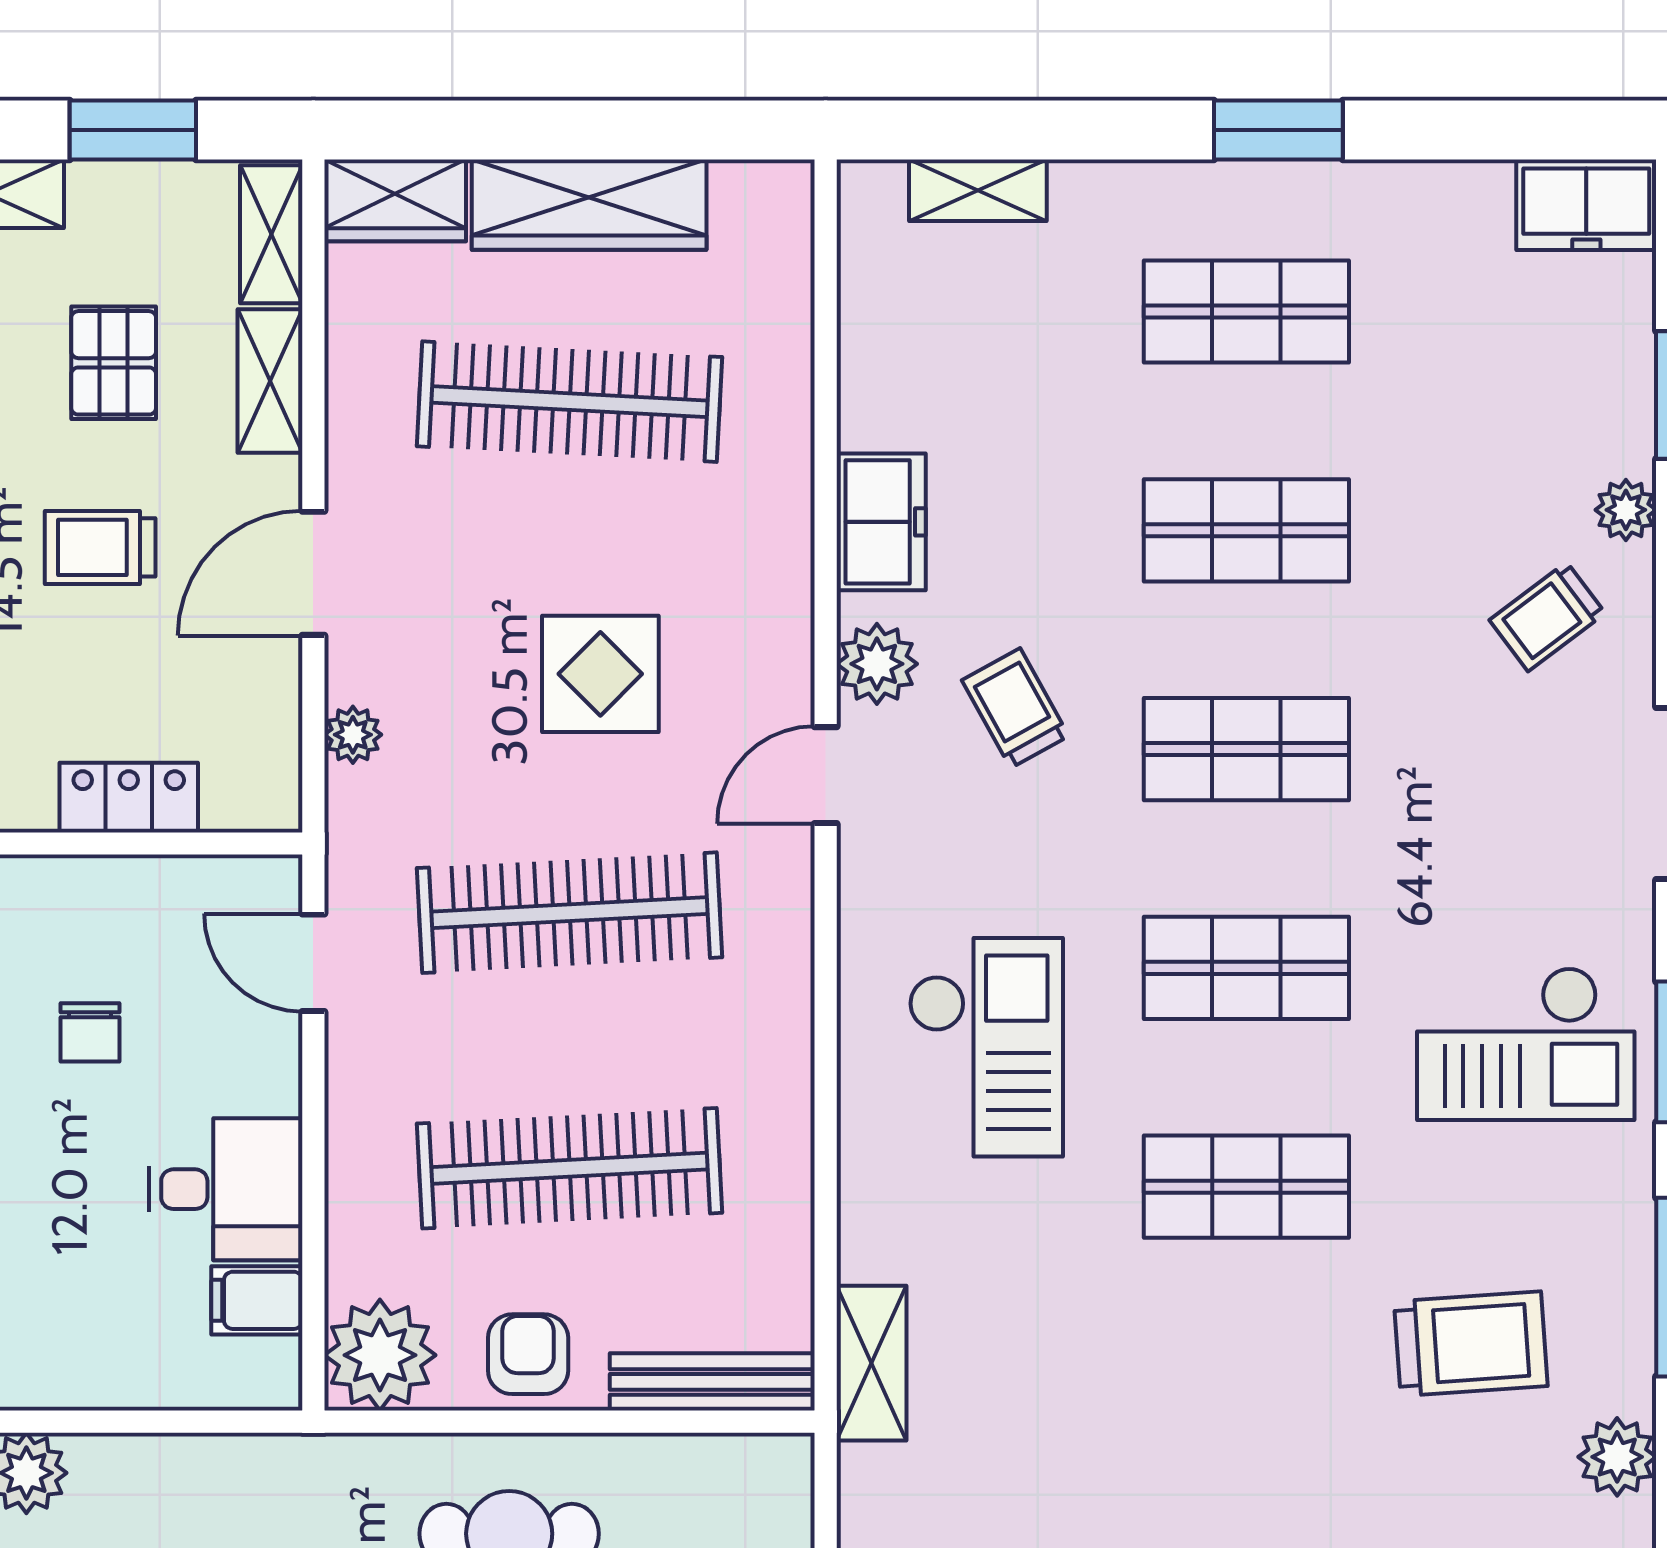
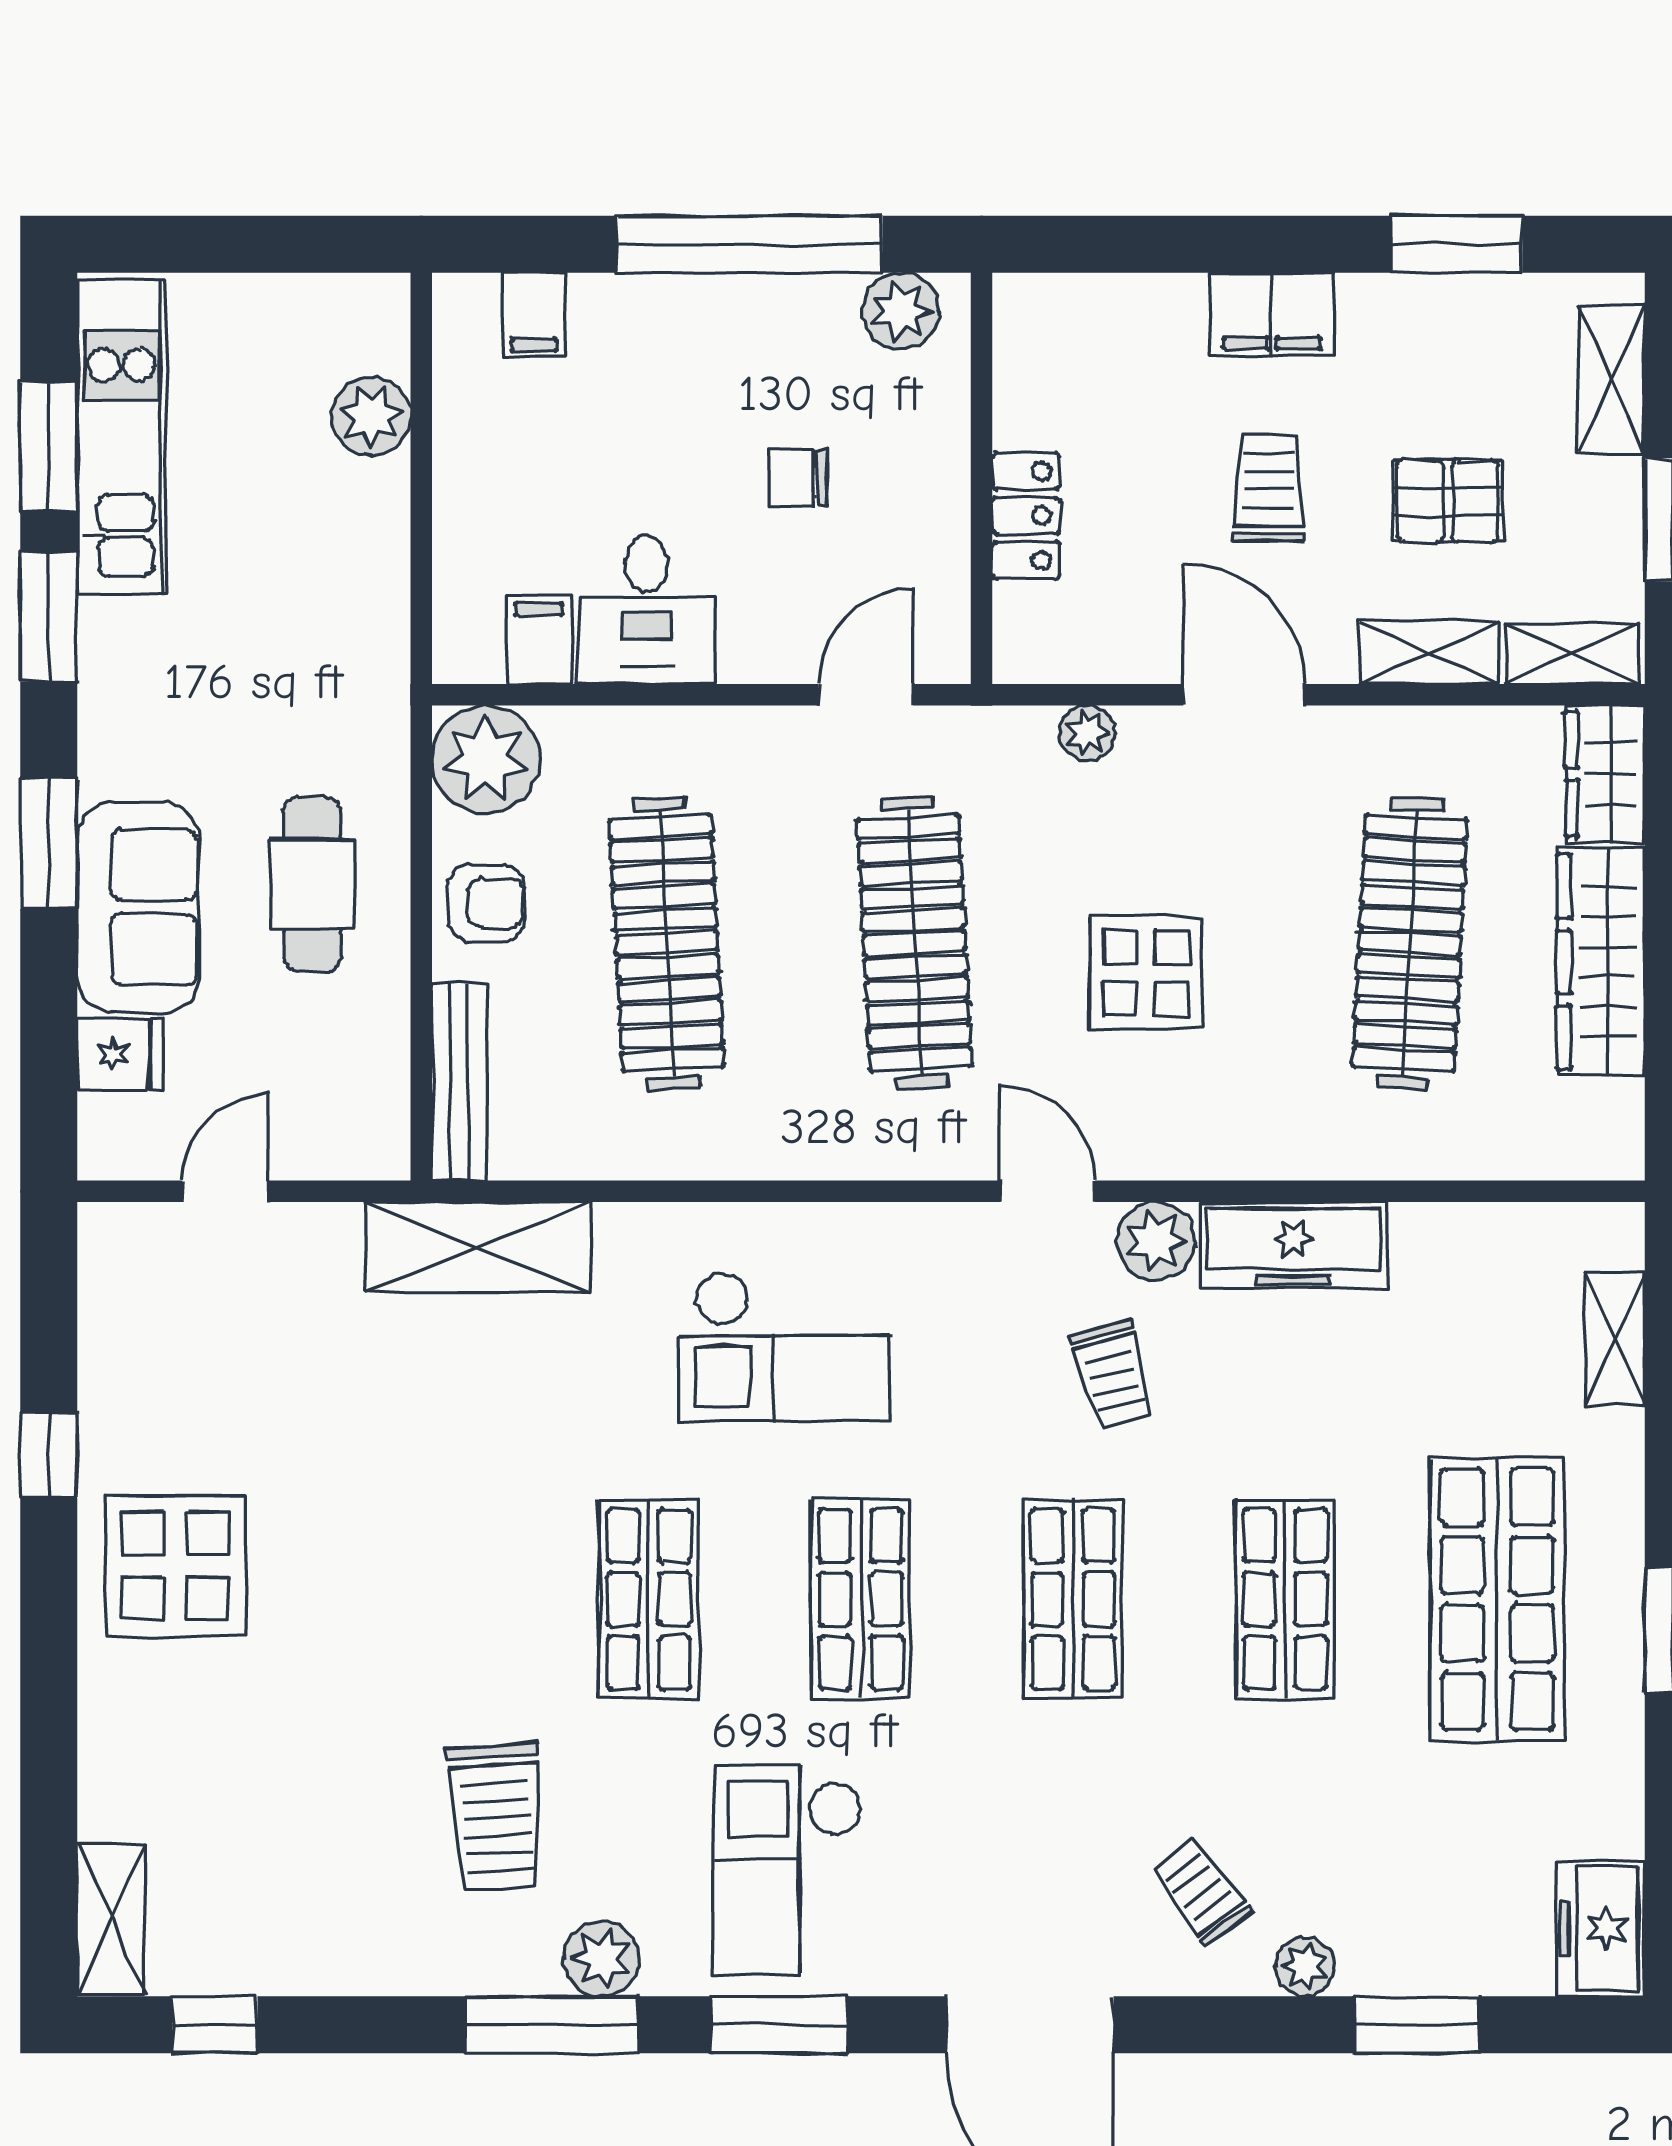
shop shelf: (1246, 312) -> (1497, 1599), width x1.43, depth x1.36
freezer: (881, 522) -> (1293, 1245), width x1.40
trolley: (1015, 708) -> (1113, 1375), turned 104
shelving: (872, 1363) -> (478, 1247), width x1.50, depth x1.33
plant: (1617, 1457) -> (602, 1959), moved

